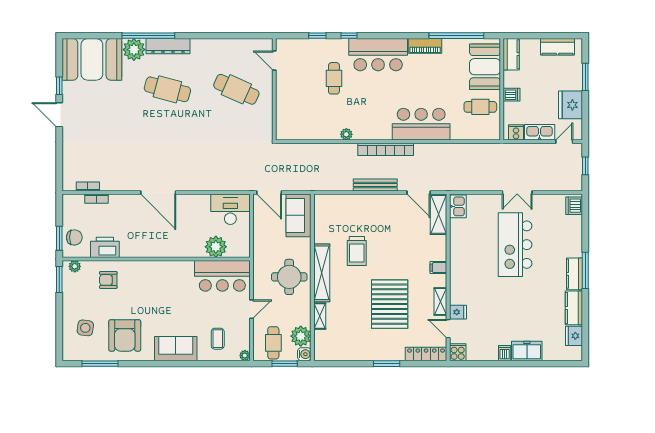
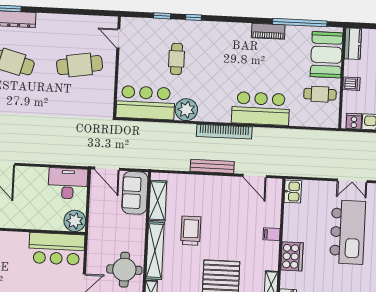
bar counter: (378, 55) -> (146, 103), moved, turned 180
cafe table: (236, 89) -> (80, 65), turned -33
plant: (346, 134) -> (186, 110), width x1.87, depth x1.87
shelving: (439, 214) -> (158, 201), moved
kitchen island: (515, 245) -> (348, 232), turned 180
plant: (216, 247) -> (75, 221), moved
trolley: (357, 251) -> (191, 231), turned 180
filing cabinet: (438, 268) -> (272, 234), moved
cooker: (460, 272) -> (292, 256), added
round table: (289, 277) -> (124, 270), moved

